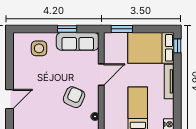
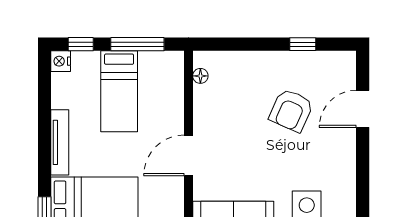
armchair: (74, 97) -> (291, 110), moved

